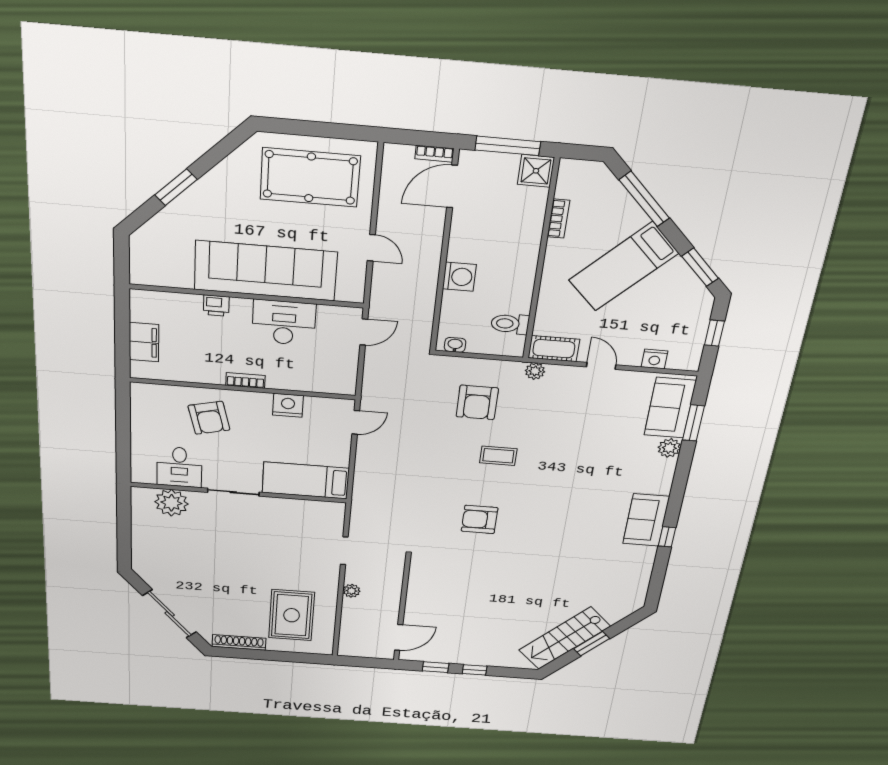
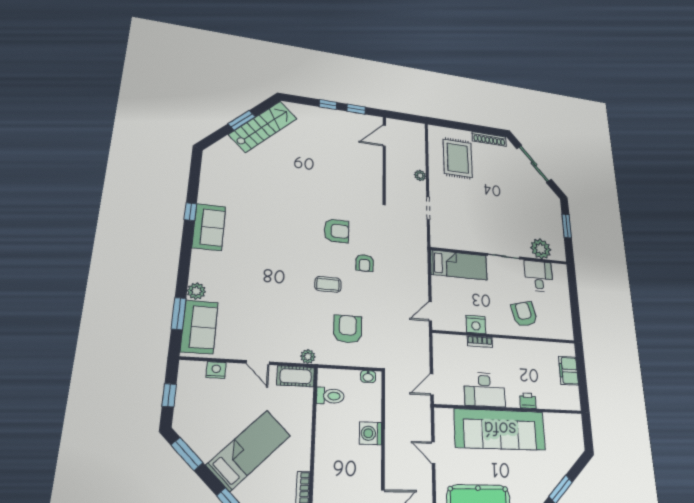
bookcase: (245, 380) -> (480, 342), moved
armchair: (445, 482) -> (365, 263), added
window: (124, 534) -> (567, 226), added

